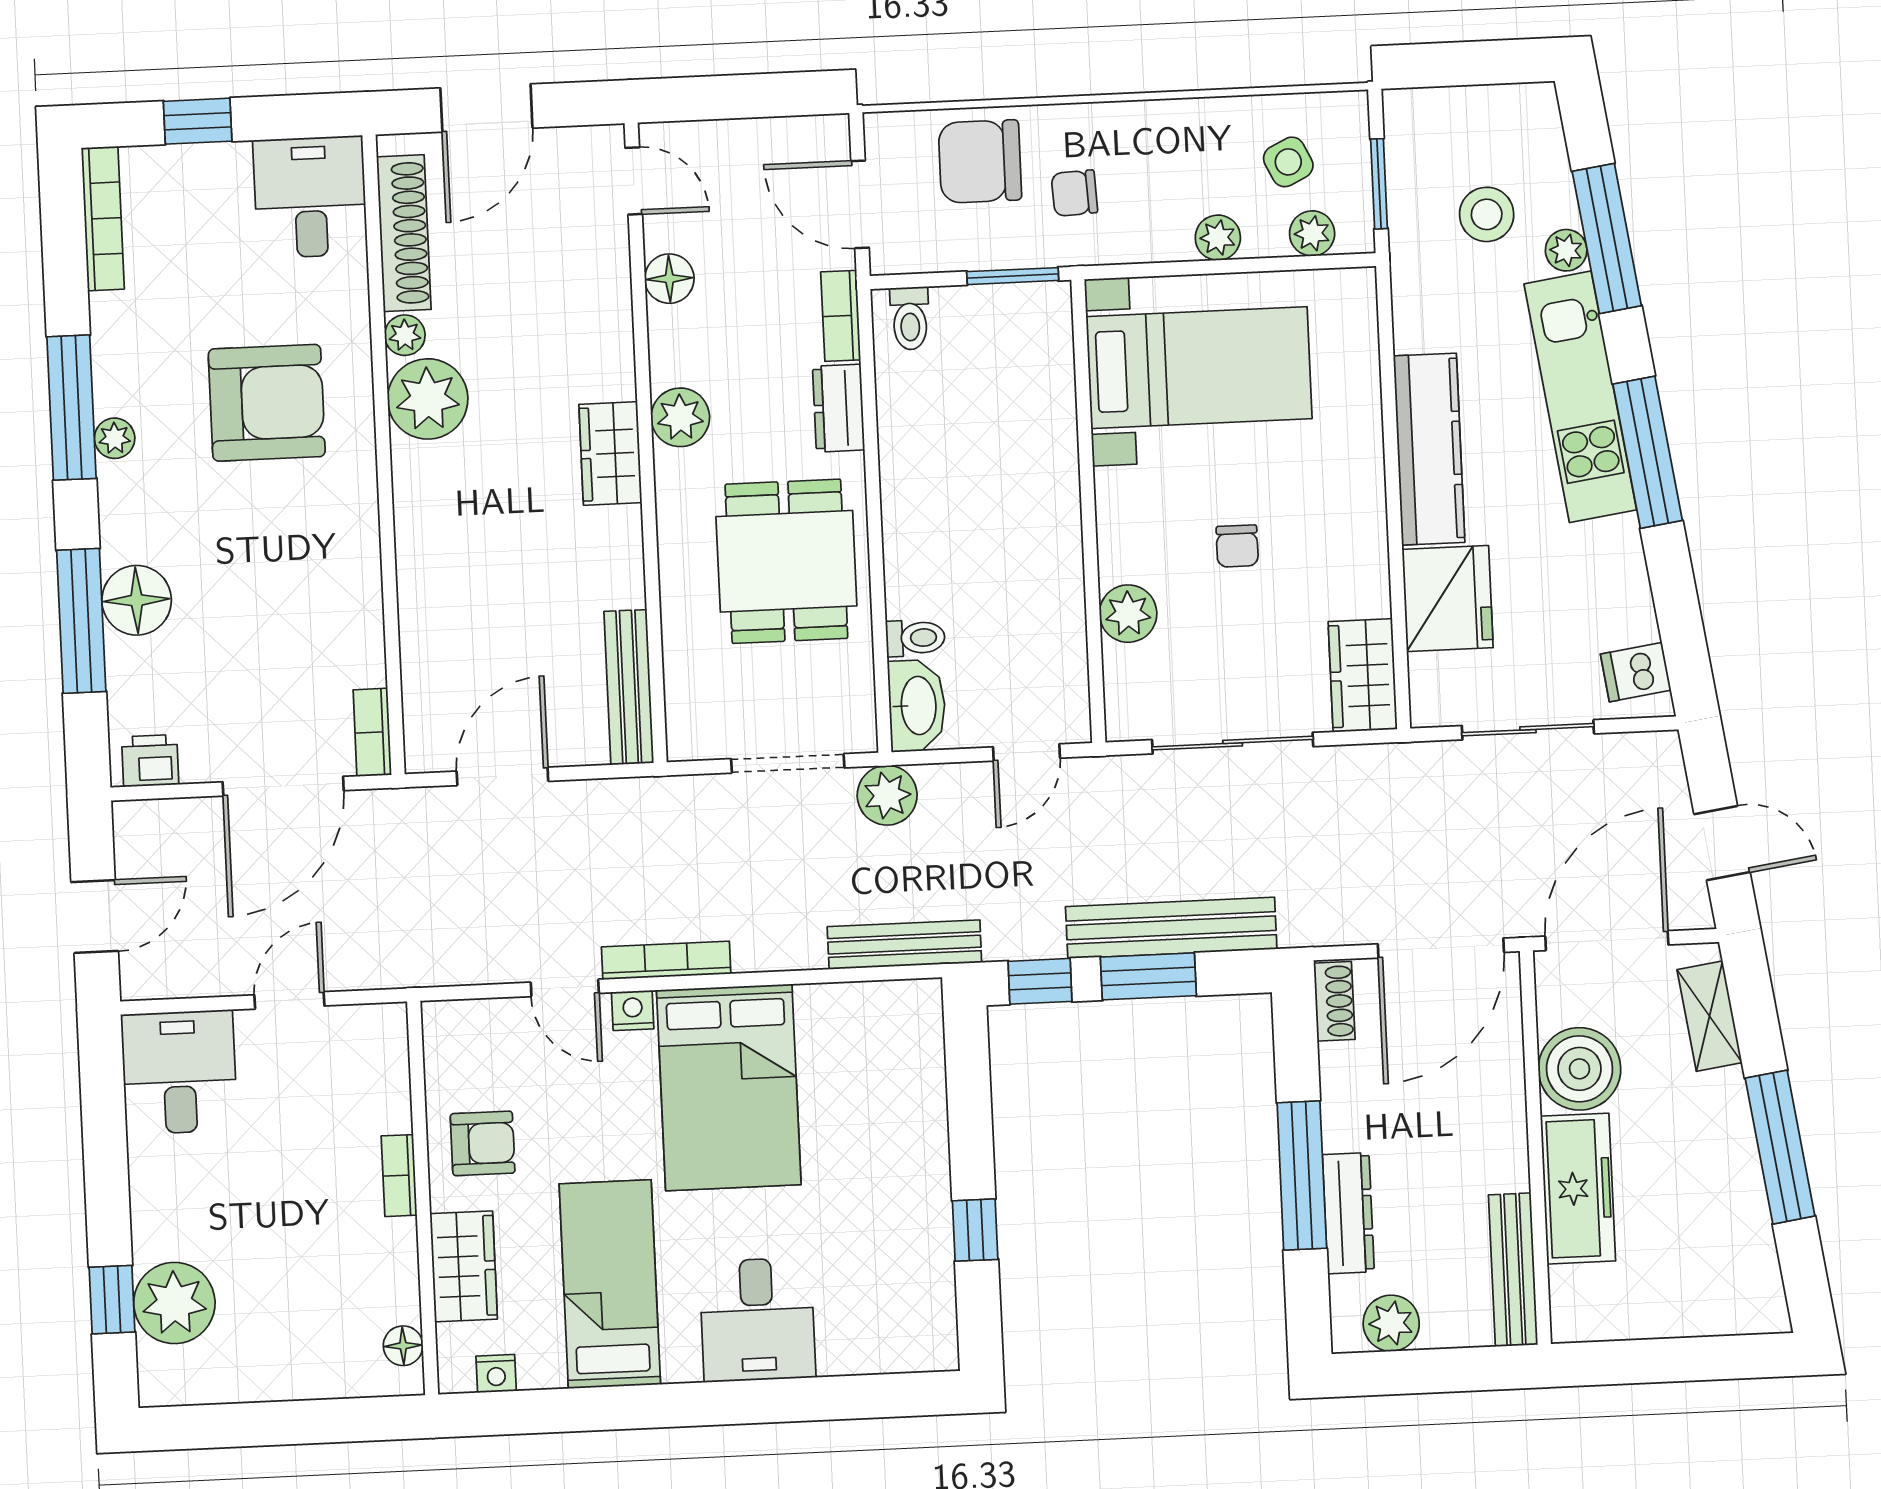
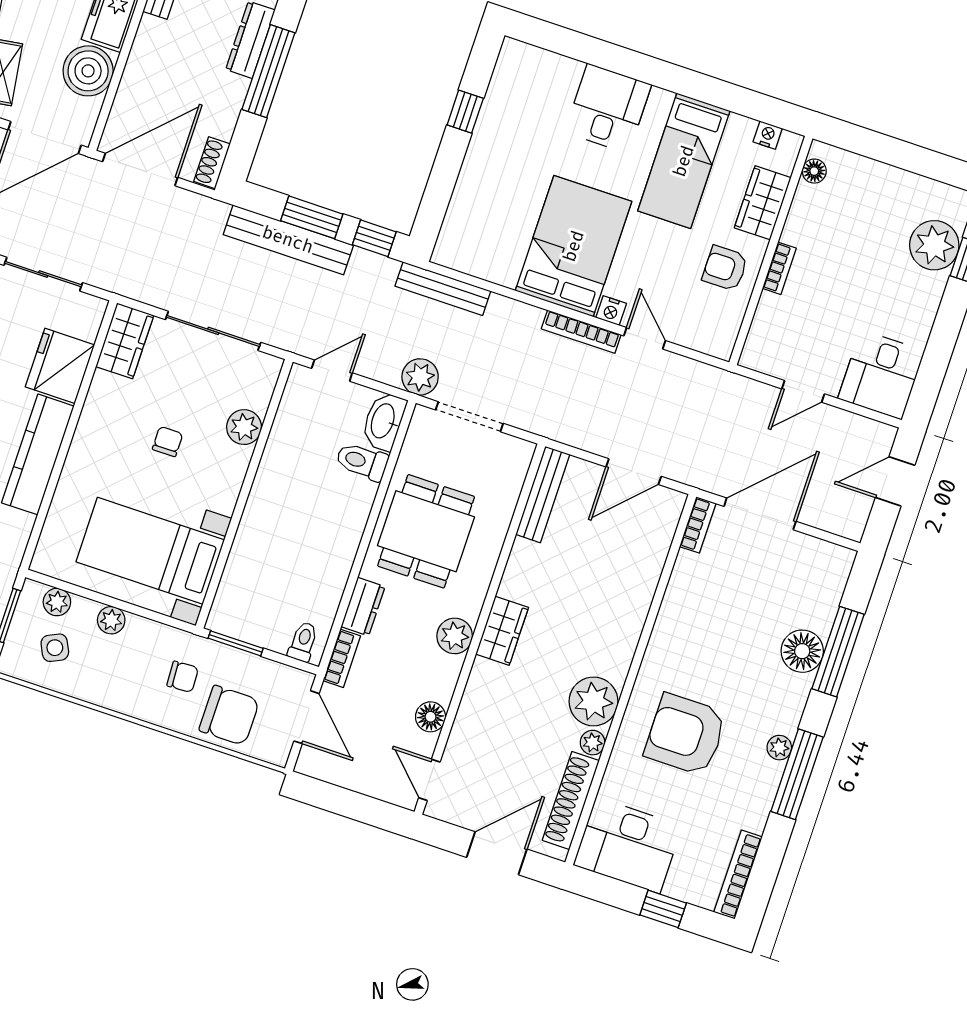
desk: (310, 197) -> (628, 845), width x1.37
toilet: (915, 638) -> (362, 461), width x1.37, depth x1.39
printer: (150, 761) -> (830, 557), removed

